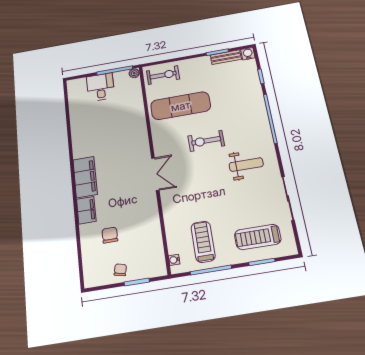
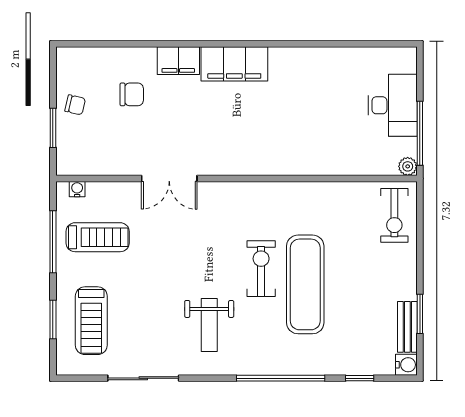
desk: (100, 87) -> (393, 105), width x1.37
exercise mat: (181, 106) -> (305, 284), moved
double door: (155, 174) -> (169, 179), moved
treadmill: (258, 237) -> (91, 321), turned 180

